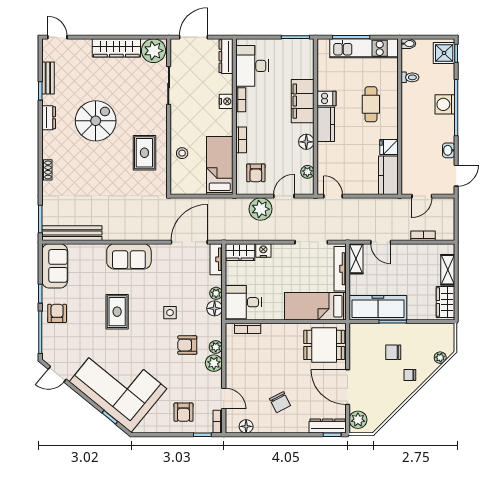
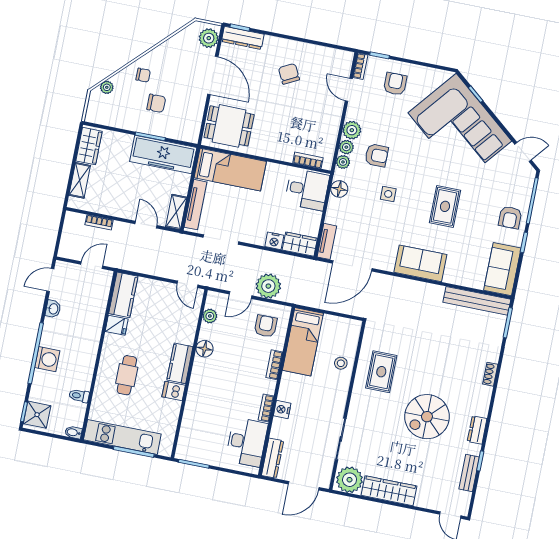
filing cabinet: (303, 101) -> (200, 393), removed
plant: (216, 293) -> (343, 162), moved
floor lamp: (246, 426) -> (331, 55), removed

